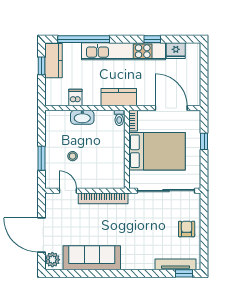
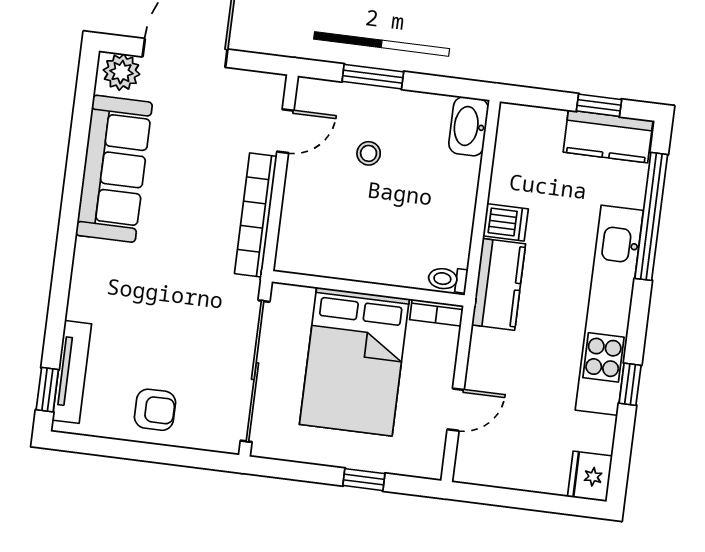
fridge: (176, 51) -> (590, 476), moved
dishwasher: (75, 97) -> (506, 222), moved
door: (171, 108) -> (456, 410), width x0.53
washbasin: (82, 117) -> (469, 126), moved

